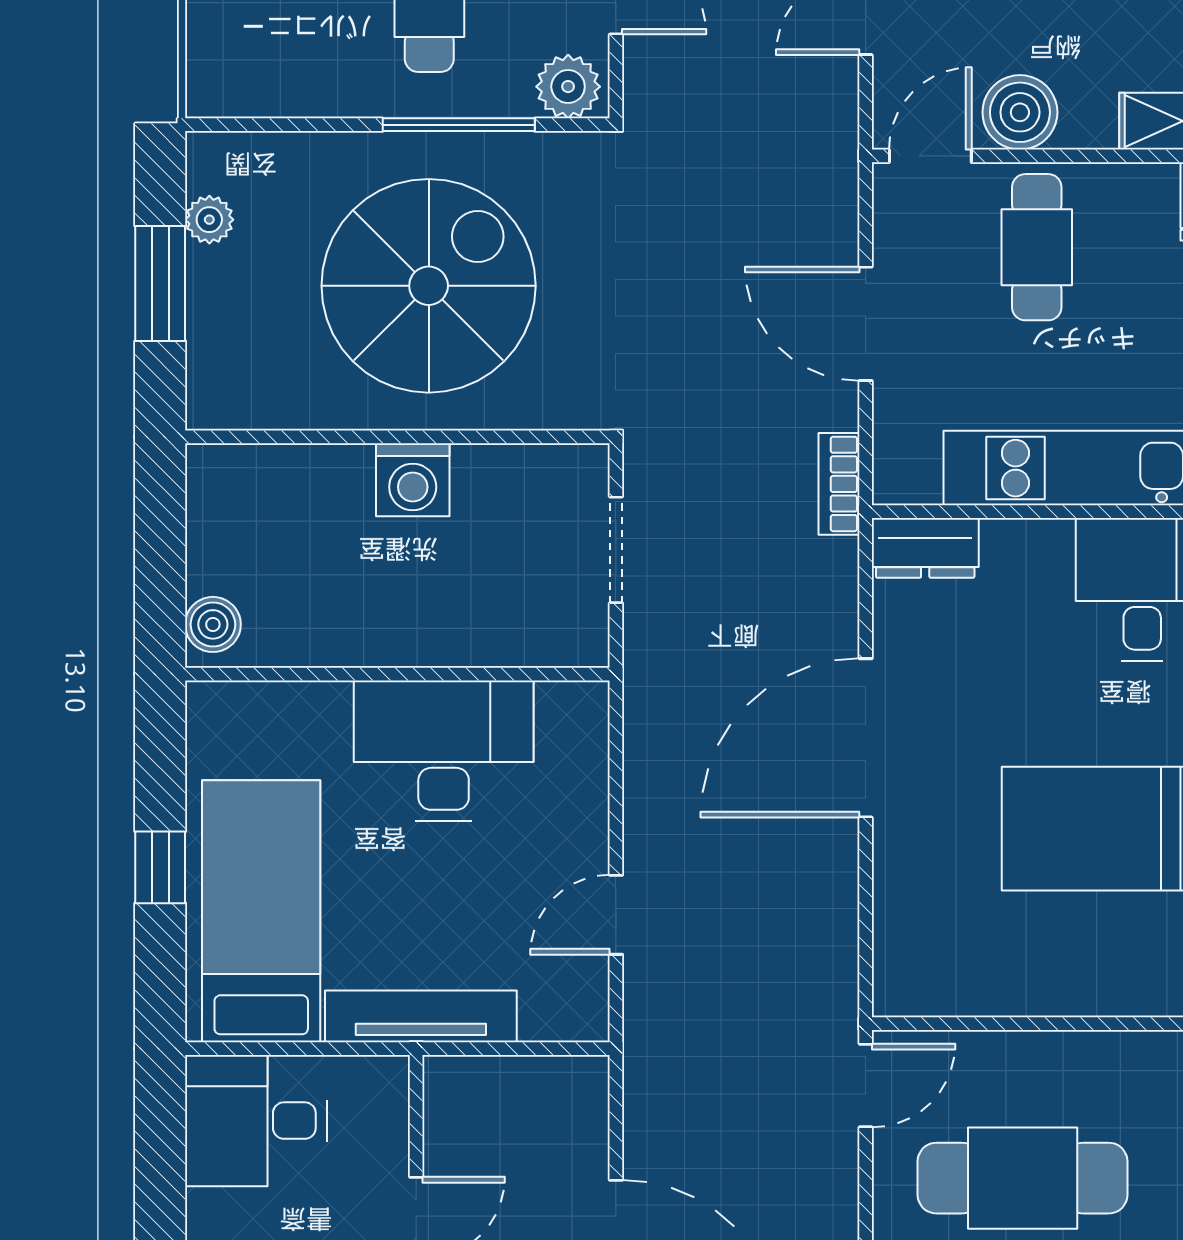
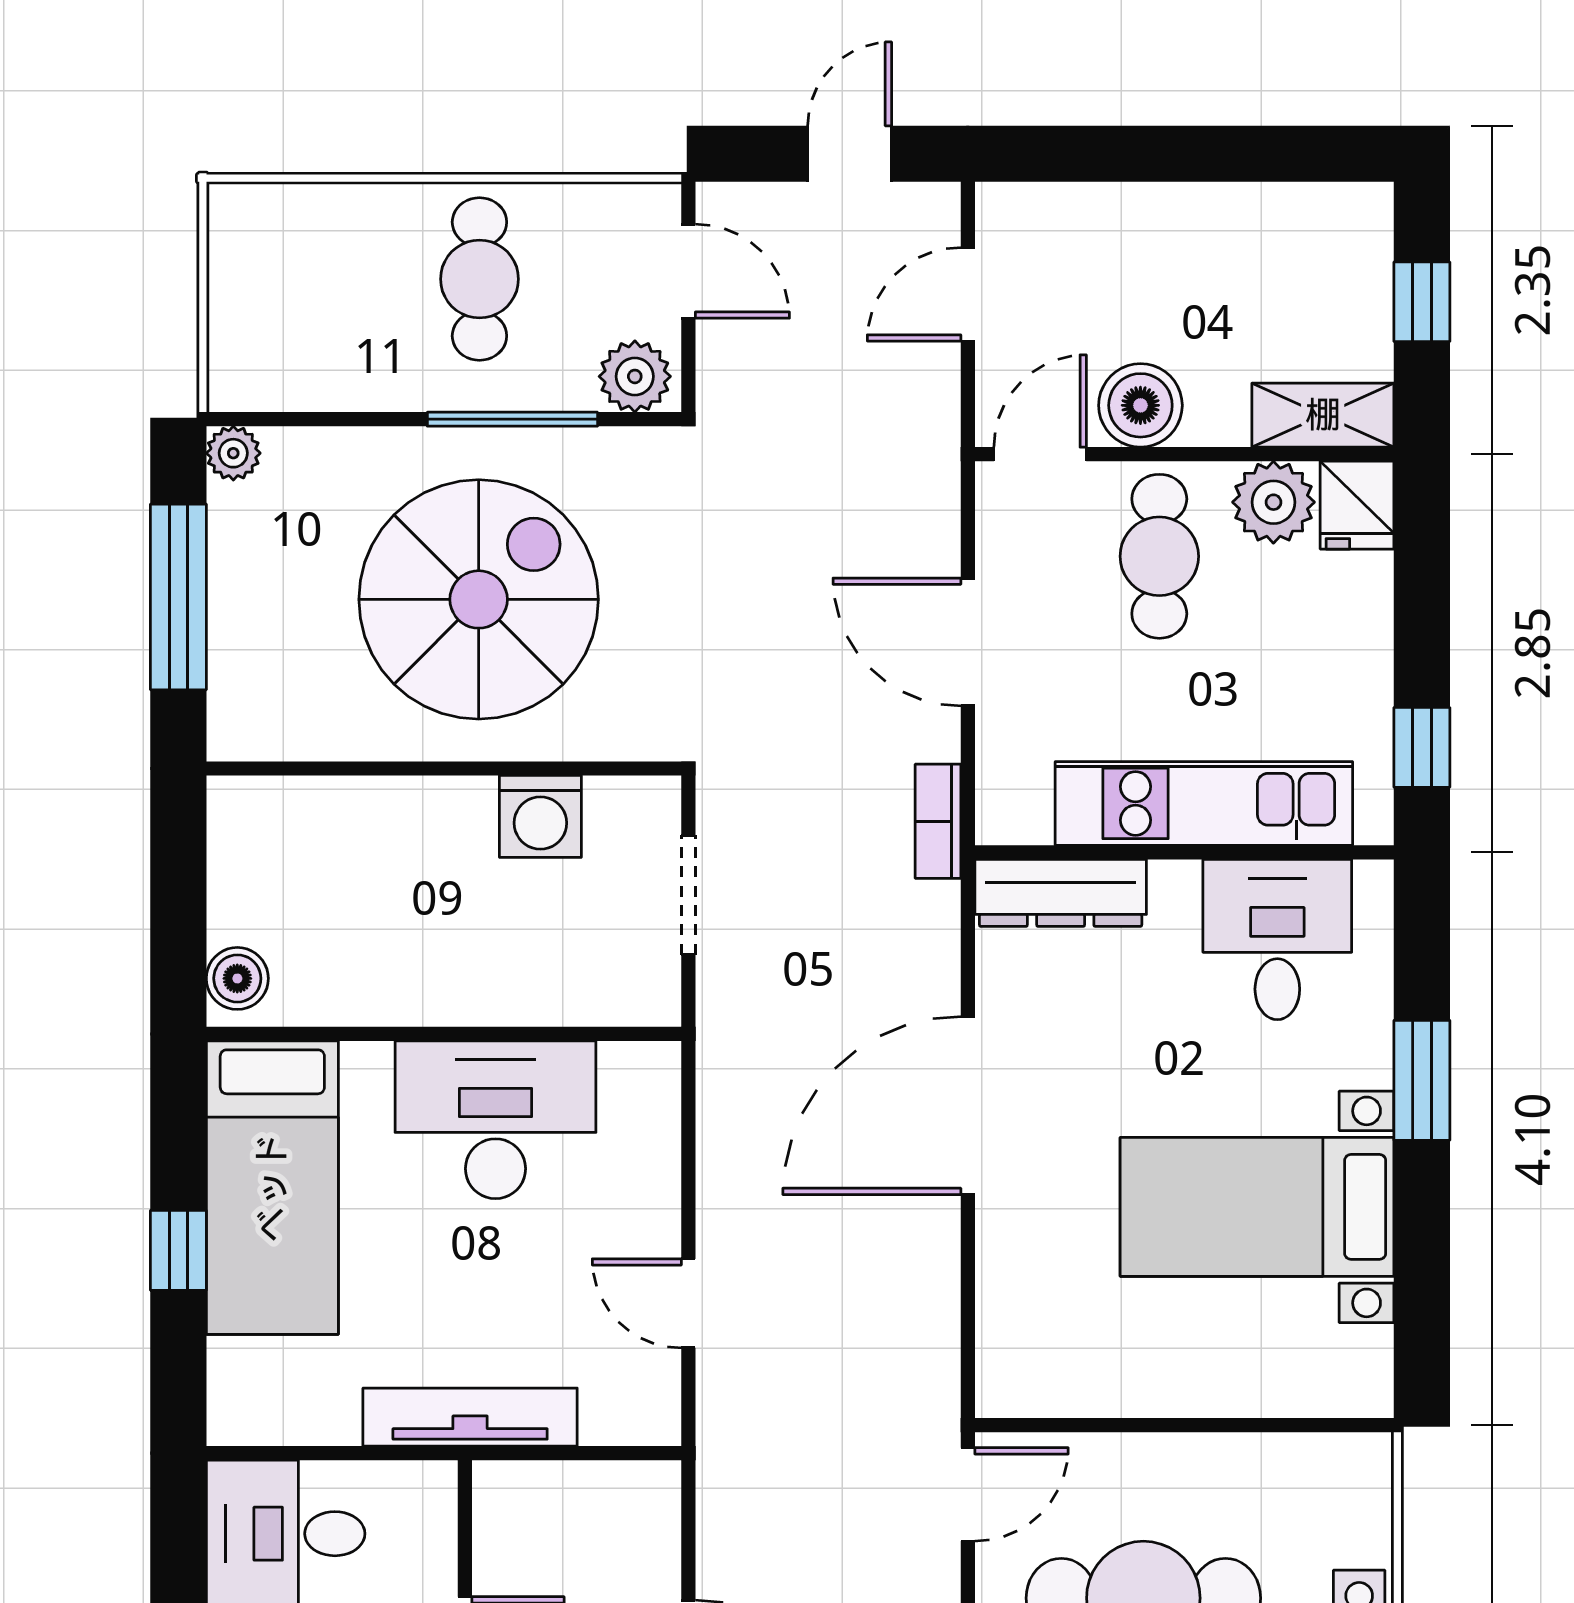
plant: (1139, 199) -> (1273, 502), added
plant: (209, 220) -> (233, 453), moved
window: (160, 284) -> (178, 597), width x1.44
washing machine: (413, 480) -> (540, 816), moved
dresser: (925, 548) -> (1061, 893), width x1.44
bed: (261, 911) -> (272, 1188), moved, turned 180
door: (616, 915) -> (688, 1303), hinge flipped

